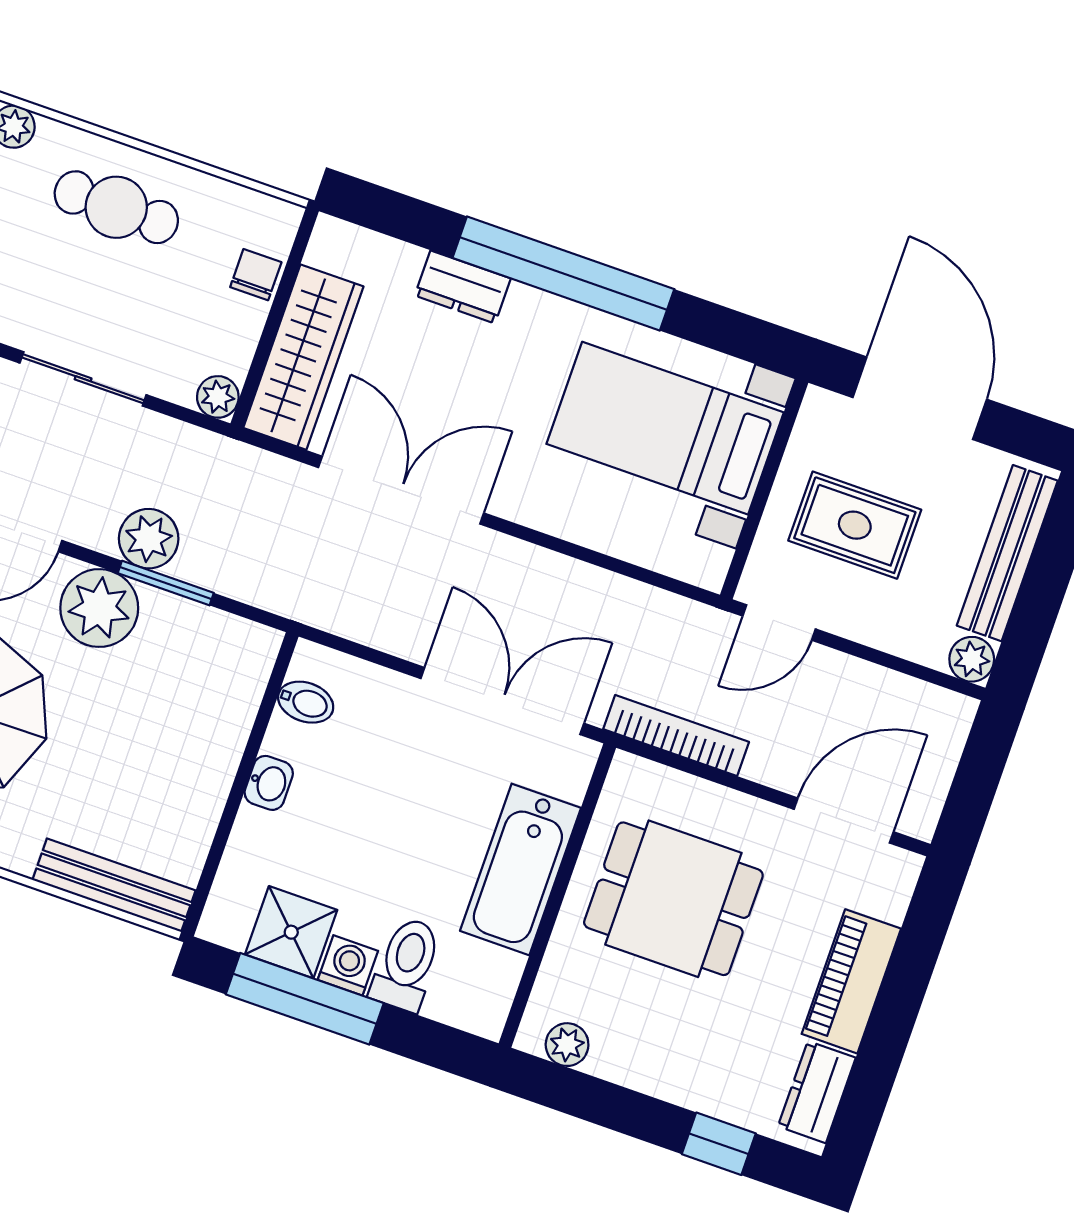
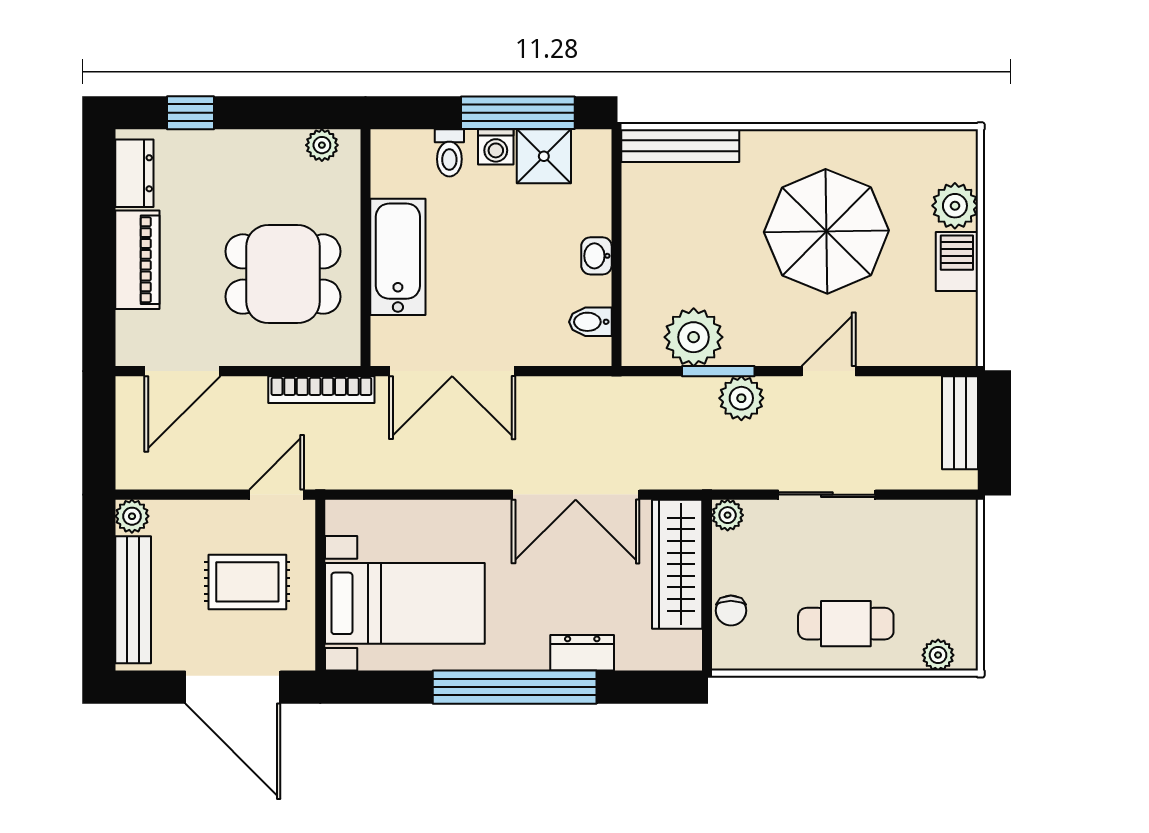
plant: (99, 608) -> (694, 337), moved
toilet: (406, 964) -> (449, 153), width x0.73, depth x0.72

